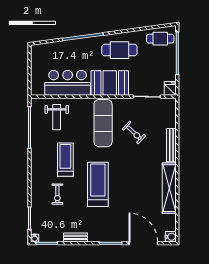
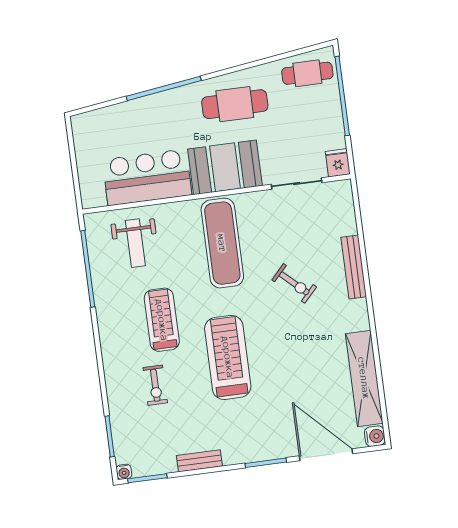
exercise bike: (134, 133) -> (294, 283), moved
shelving: (169, 188) -> (364, 378), moved

